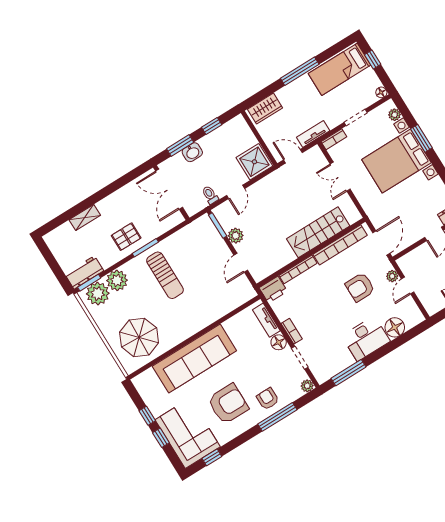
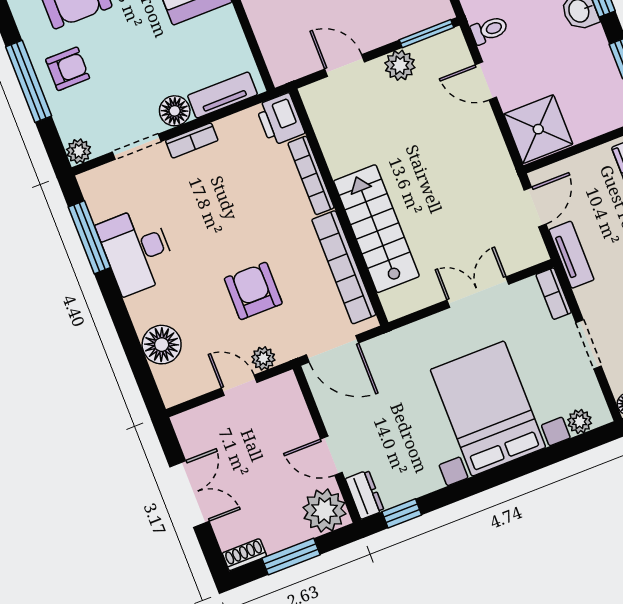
window: (421, 138) -> (523, 466), removed
desk: (366, 339) -> (137, 251), moved

